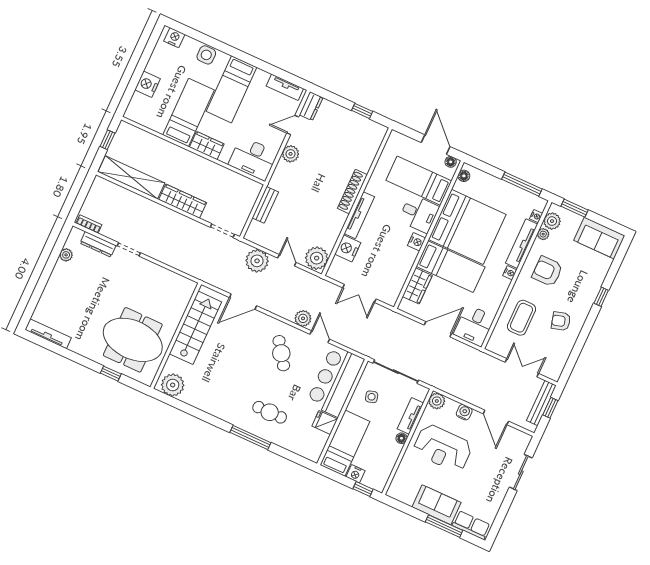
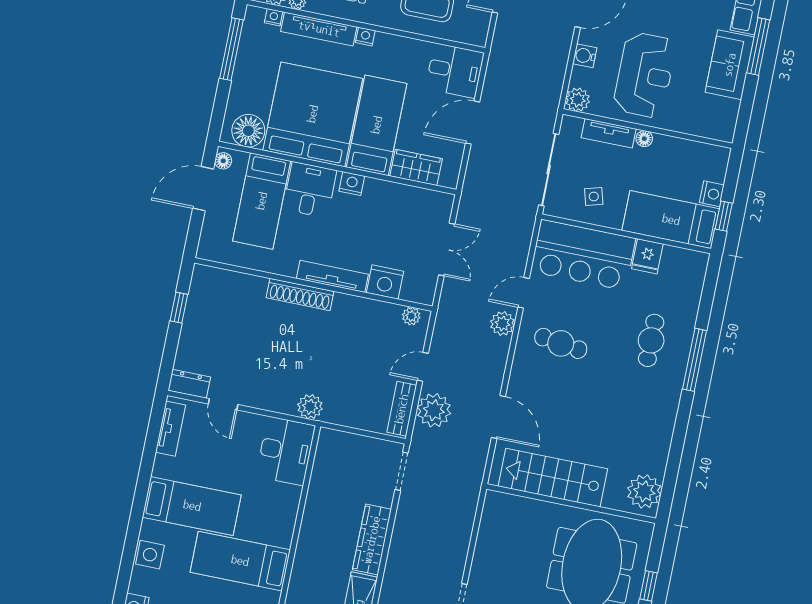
wardrobe: (207, 146) -> (282, 523), removed
plant: (291, 154) -> (310, 407), moved
floor lamp: (464, 176) -> (248, 131), width x1.89, depth x1.89
bench: (265, 205) -> (402, 409), moved, turned 90
plant: (317, 258) -> (411, 316), width x0.53, depth x0.53
door: (438, 329) -> (473, 123), hinge flipped
cafe table: (281, 353) -> (561, 343), turned 43
window: (363, 489) -> (724, 216), moved

